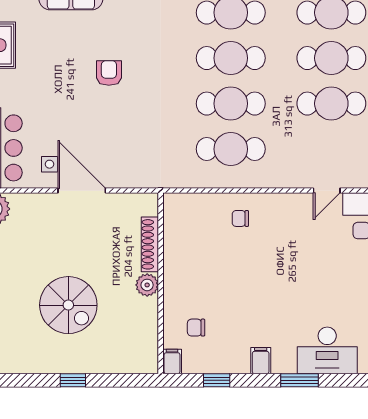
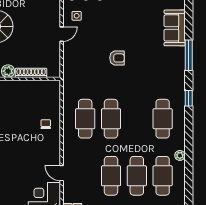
cafe table: (231, 58) -> (137, 119), removed
armchair: (109, 73) -> (117, 58), moved
door: (82, 191) -> (62, 34), width x0.53

